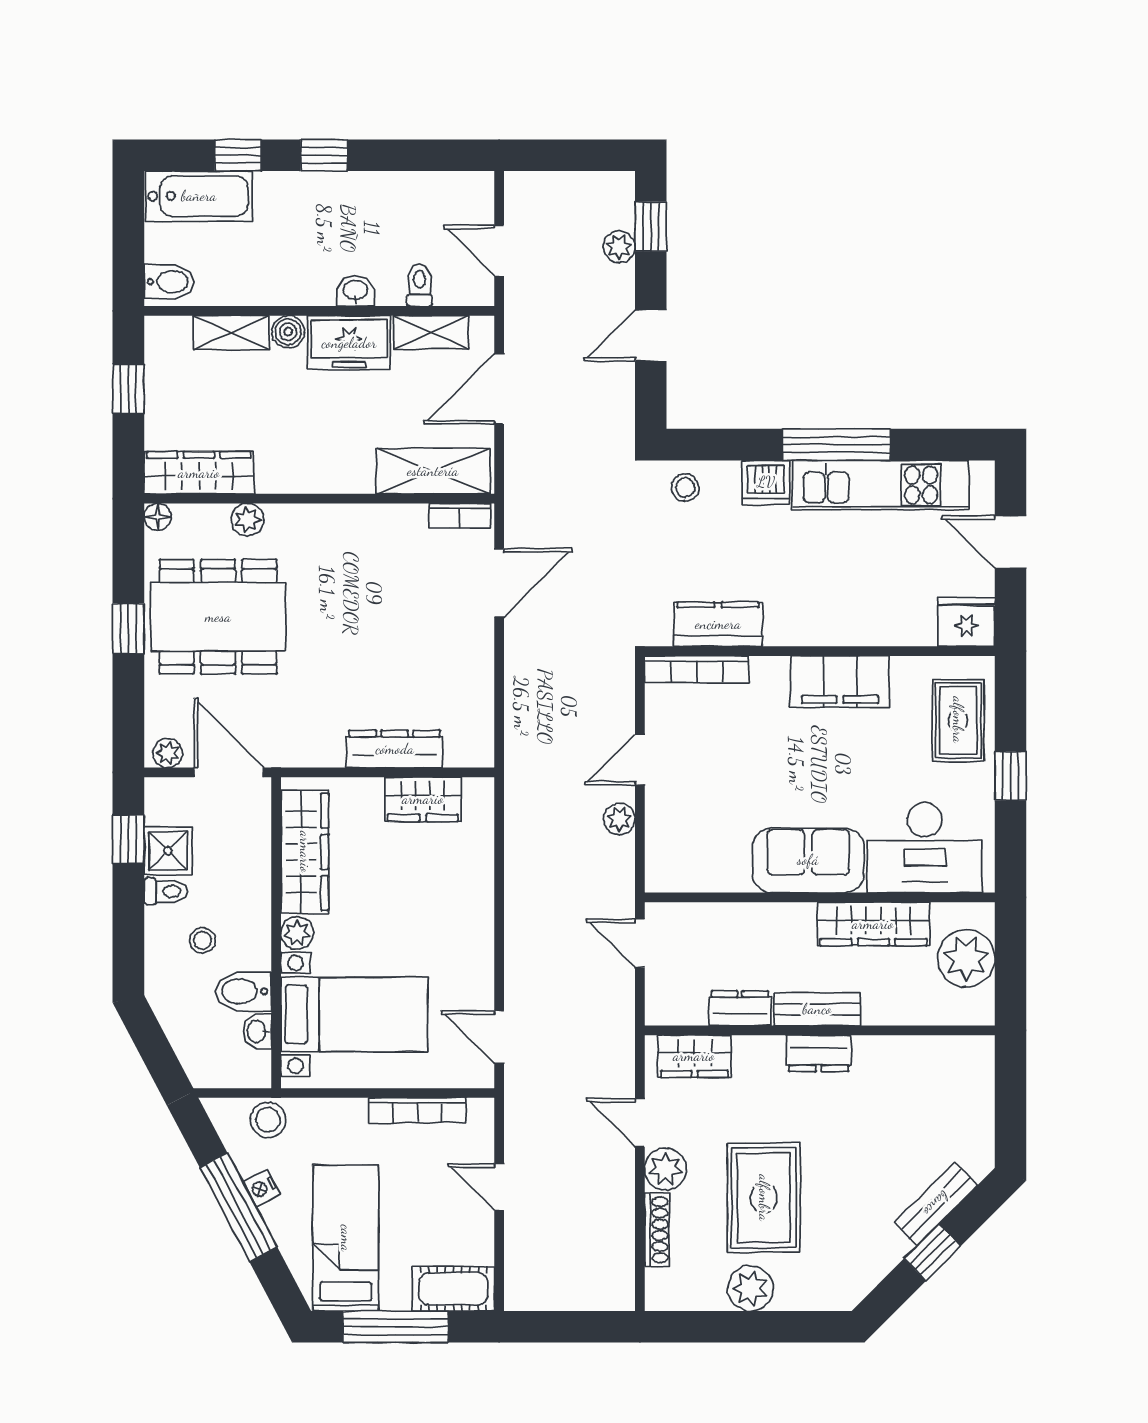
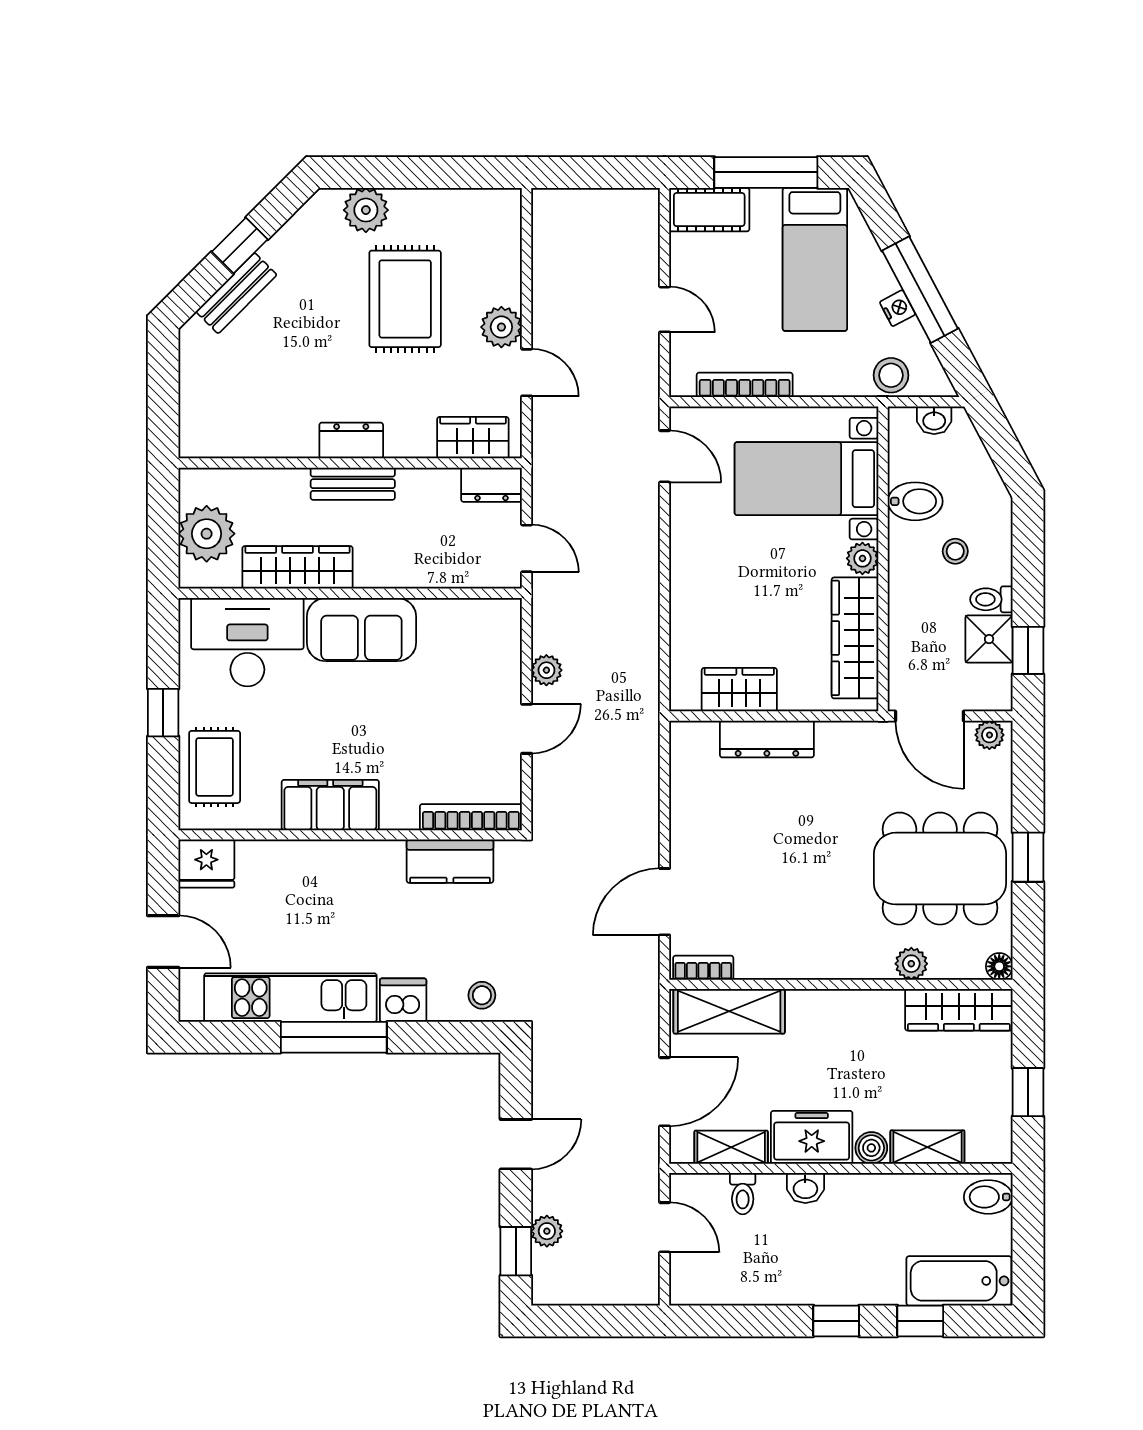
dresser: (740, 1008) -> (492, 485), moved
washbasin: (257, 1031) -> (934, 420), moved, turned 90
shoe rack: (657, 1230) -> (510, 268), removed
plant: (750, 1288) -> (366, 210), moved

